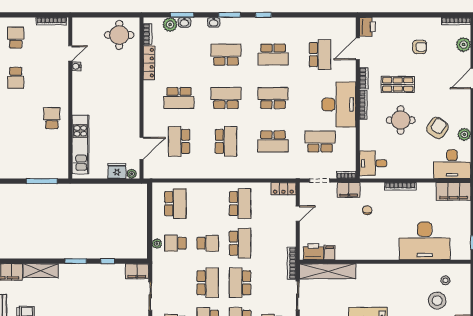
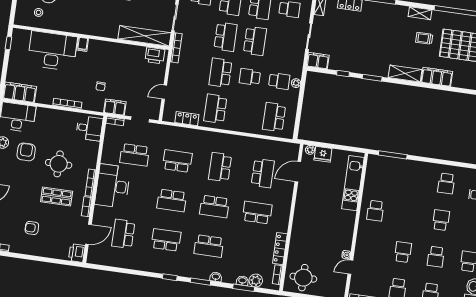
armchair: (437, 128) -> (26, 152), turned 146
locker: (283, 189) -> (187, 119), moved
filing cabinet: (330, 253) -> (83, 44), moved
school desk: (208, 283) -> (255, 41), turned 180

